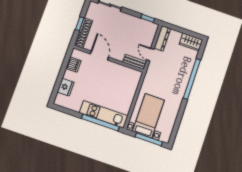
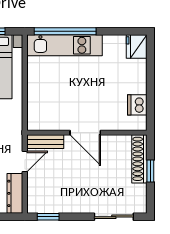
door: (99, 55) -> (85, 133), moved
door: (150, 55) -> (25, 161), hinge flipped
fridge: (66, 87) -> (137, 47), moved

